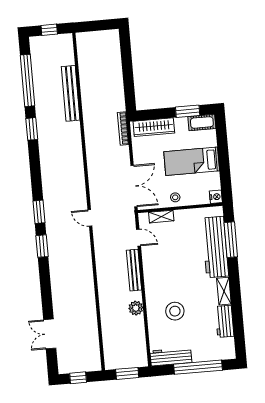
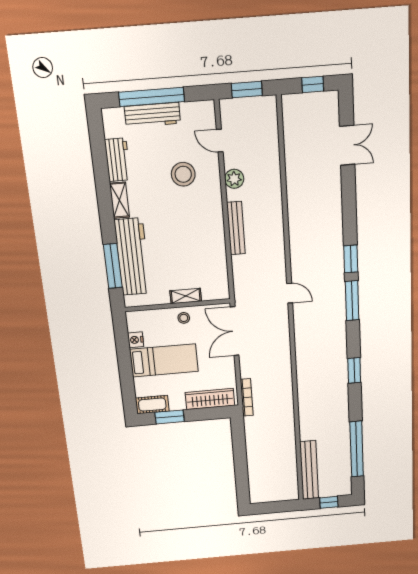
bench: (71, 93) -> (309, 470), moved
window: (32, 129) -> (354, 370), moved
nightstand: (216, 197) -> (136, 340), moved
window: (39, 212) -> (352, 301), width x1.44
shelving: (161, 217) -> (186, 296), moved
door: (138, 238) -> (220, 141), moved
workbench: (171, 357) -> (152, 115), moved

